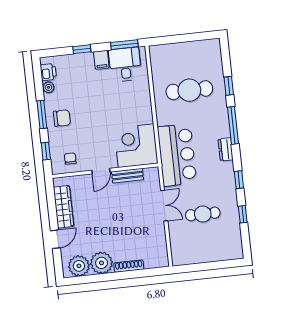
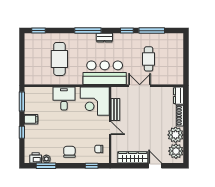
desk: (125, 64) -> (64, 98), moved, turned 90
window: (229, 86) -> (38, 31), moved
window: (42, 115) -> (46, 166), moved
window: (243, 214) -> (152, 31), width x2.17
dresser: (156, 261) -> (179, 96), added

